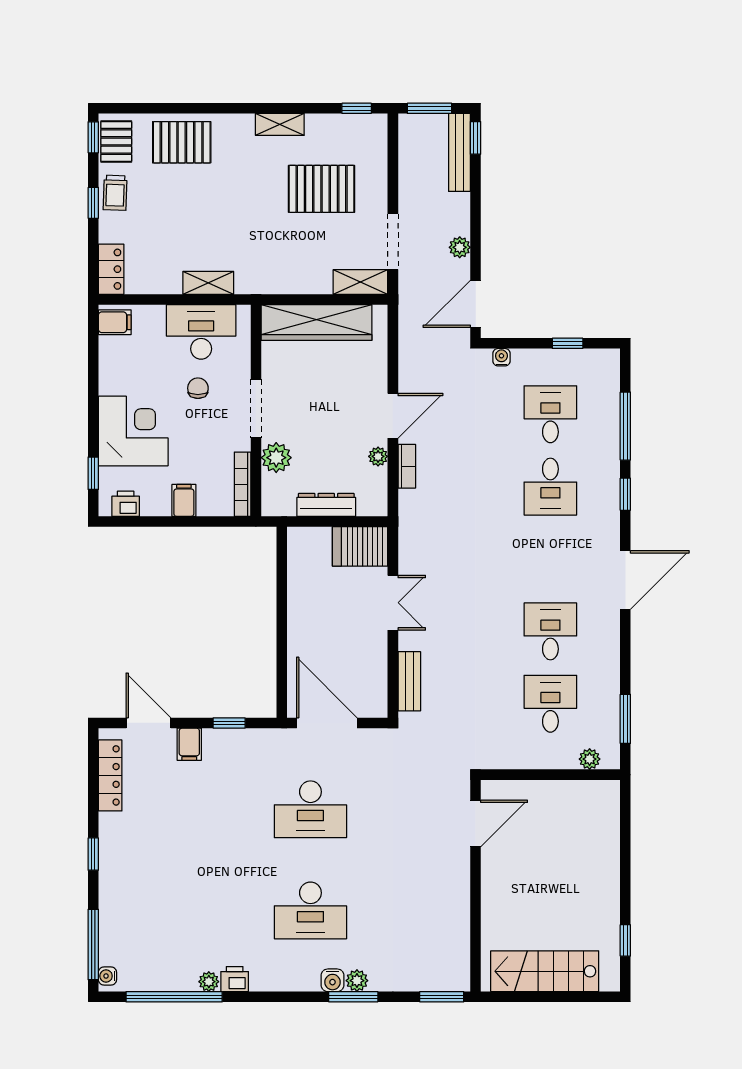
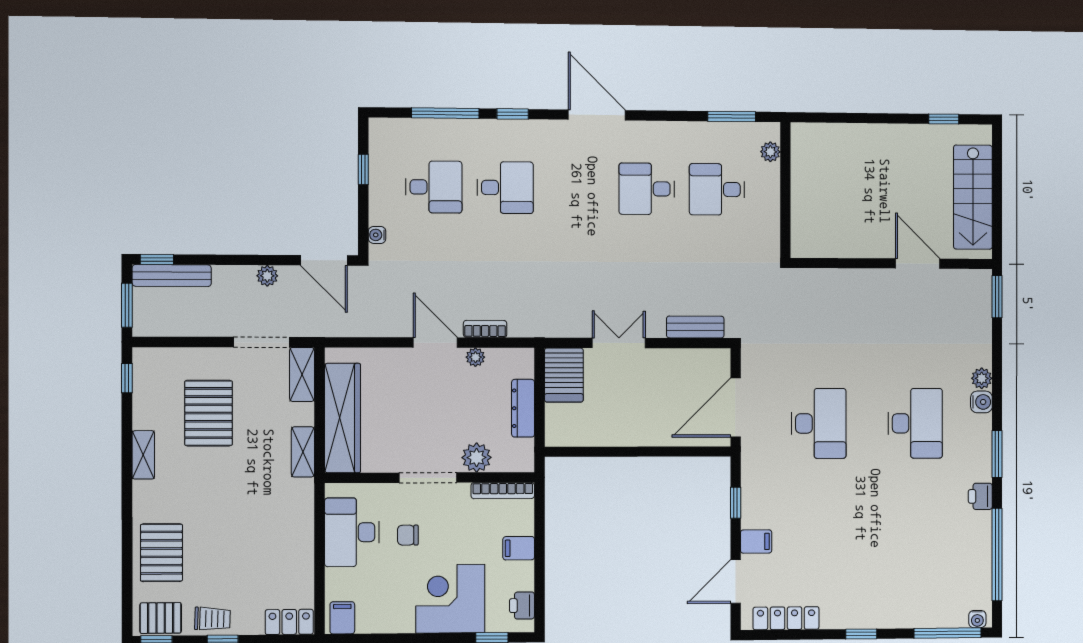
shelving: (208, 283) -> (303, 452), moved
desk: (550, 414) -> (434, 187), turned 180
door: (476, 824) -> (918, 264), moved
plant: (209, 982) -> (983, 521), removed
window: (353, 997) -> (997, 454), moved

